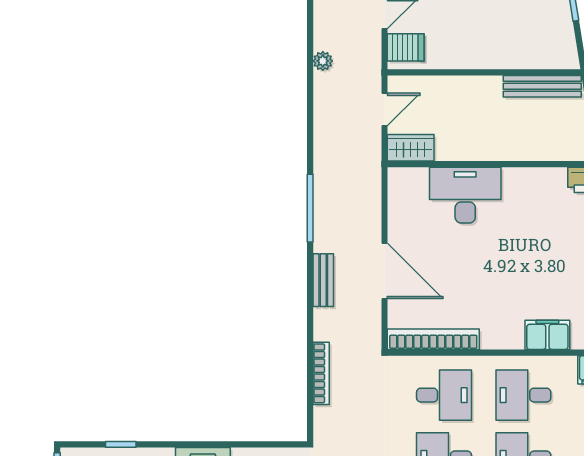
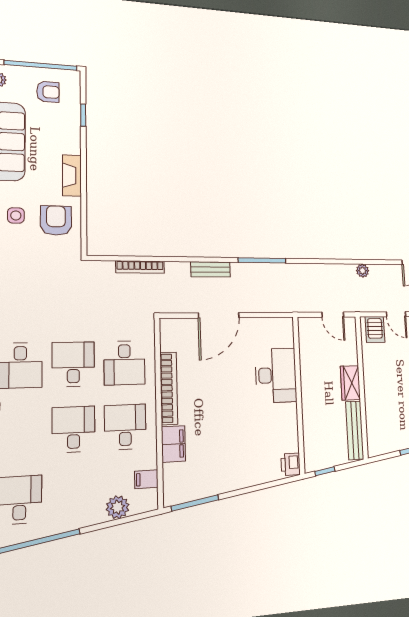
wardrobe: (411, 148) -> (350, 383), moved, turned 180
bookcase: (433, 339) -> (169, 388), moved

